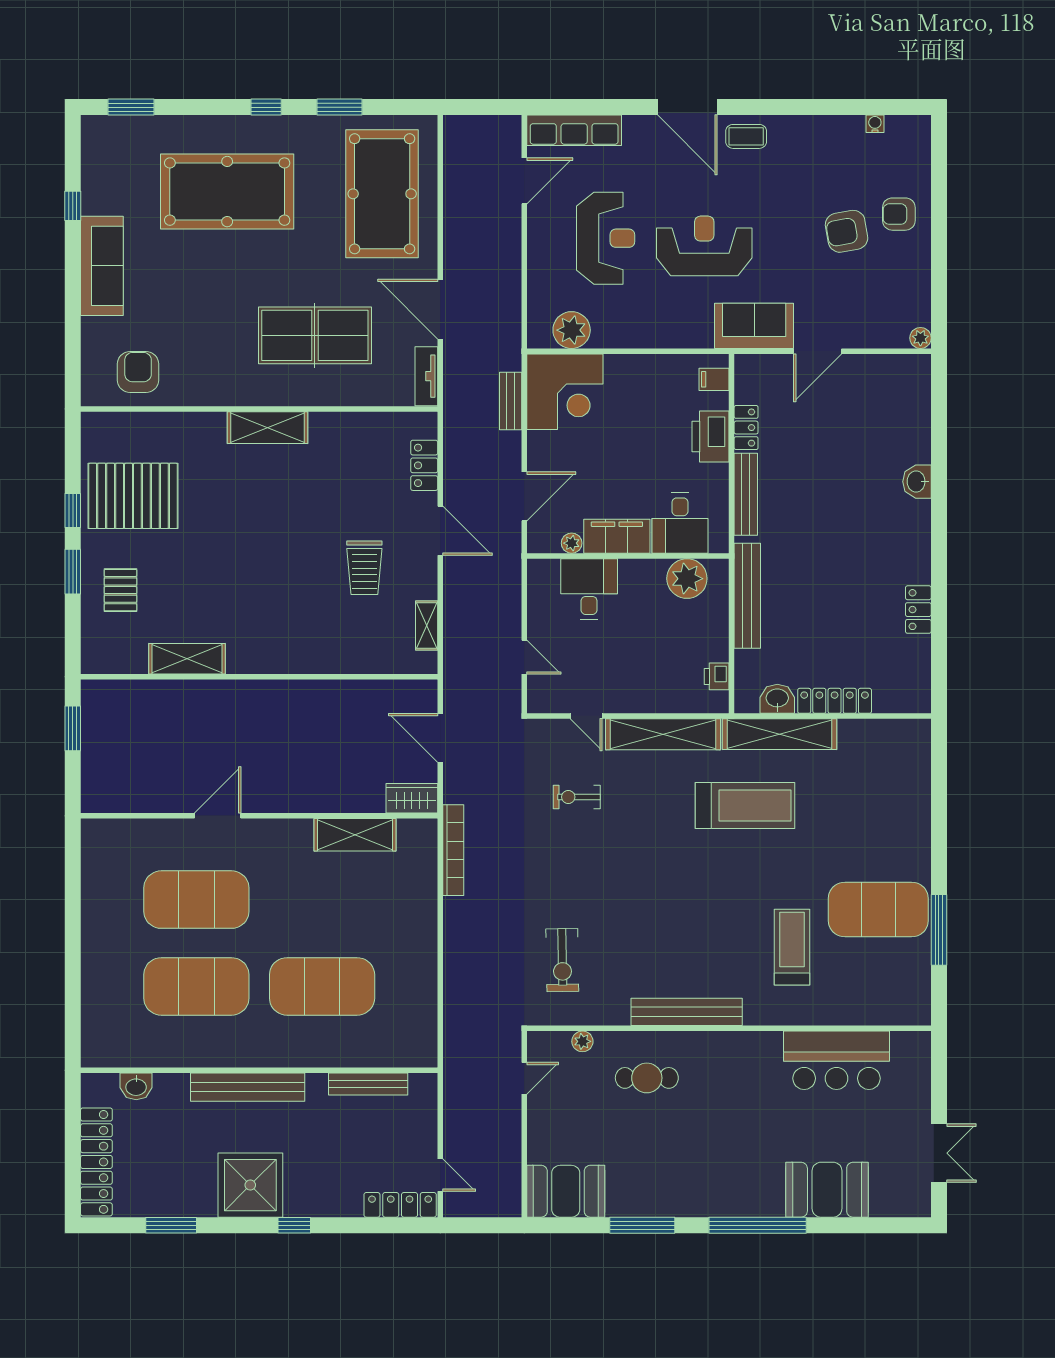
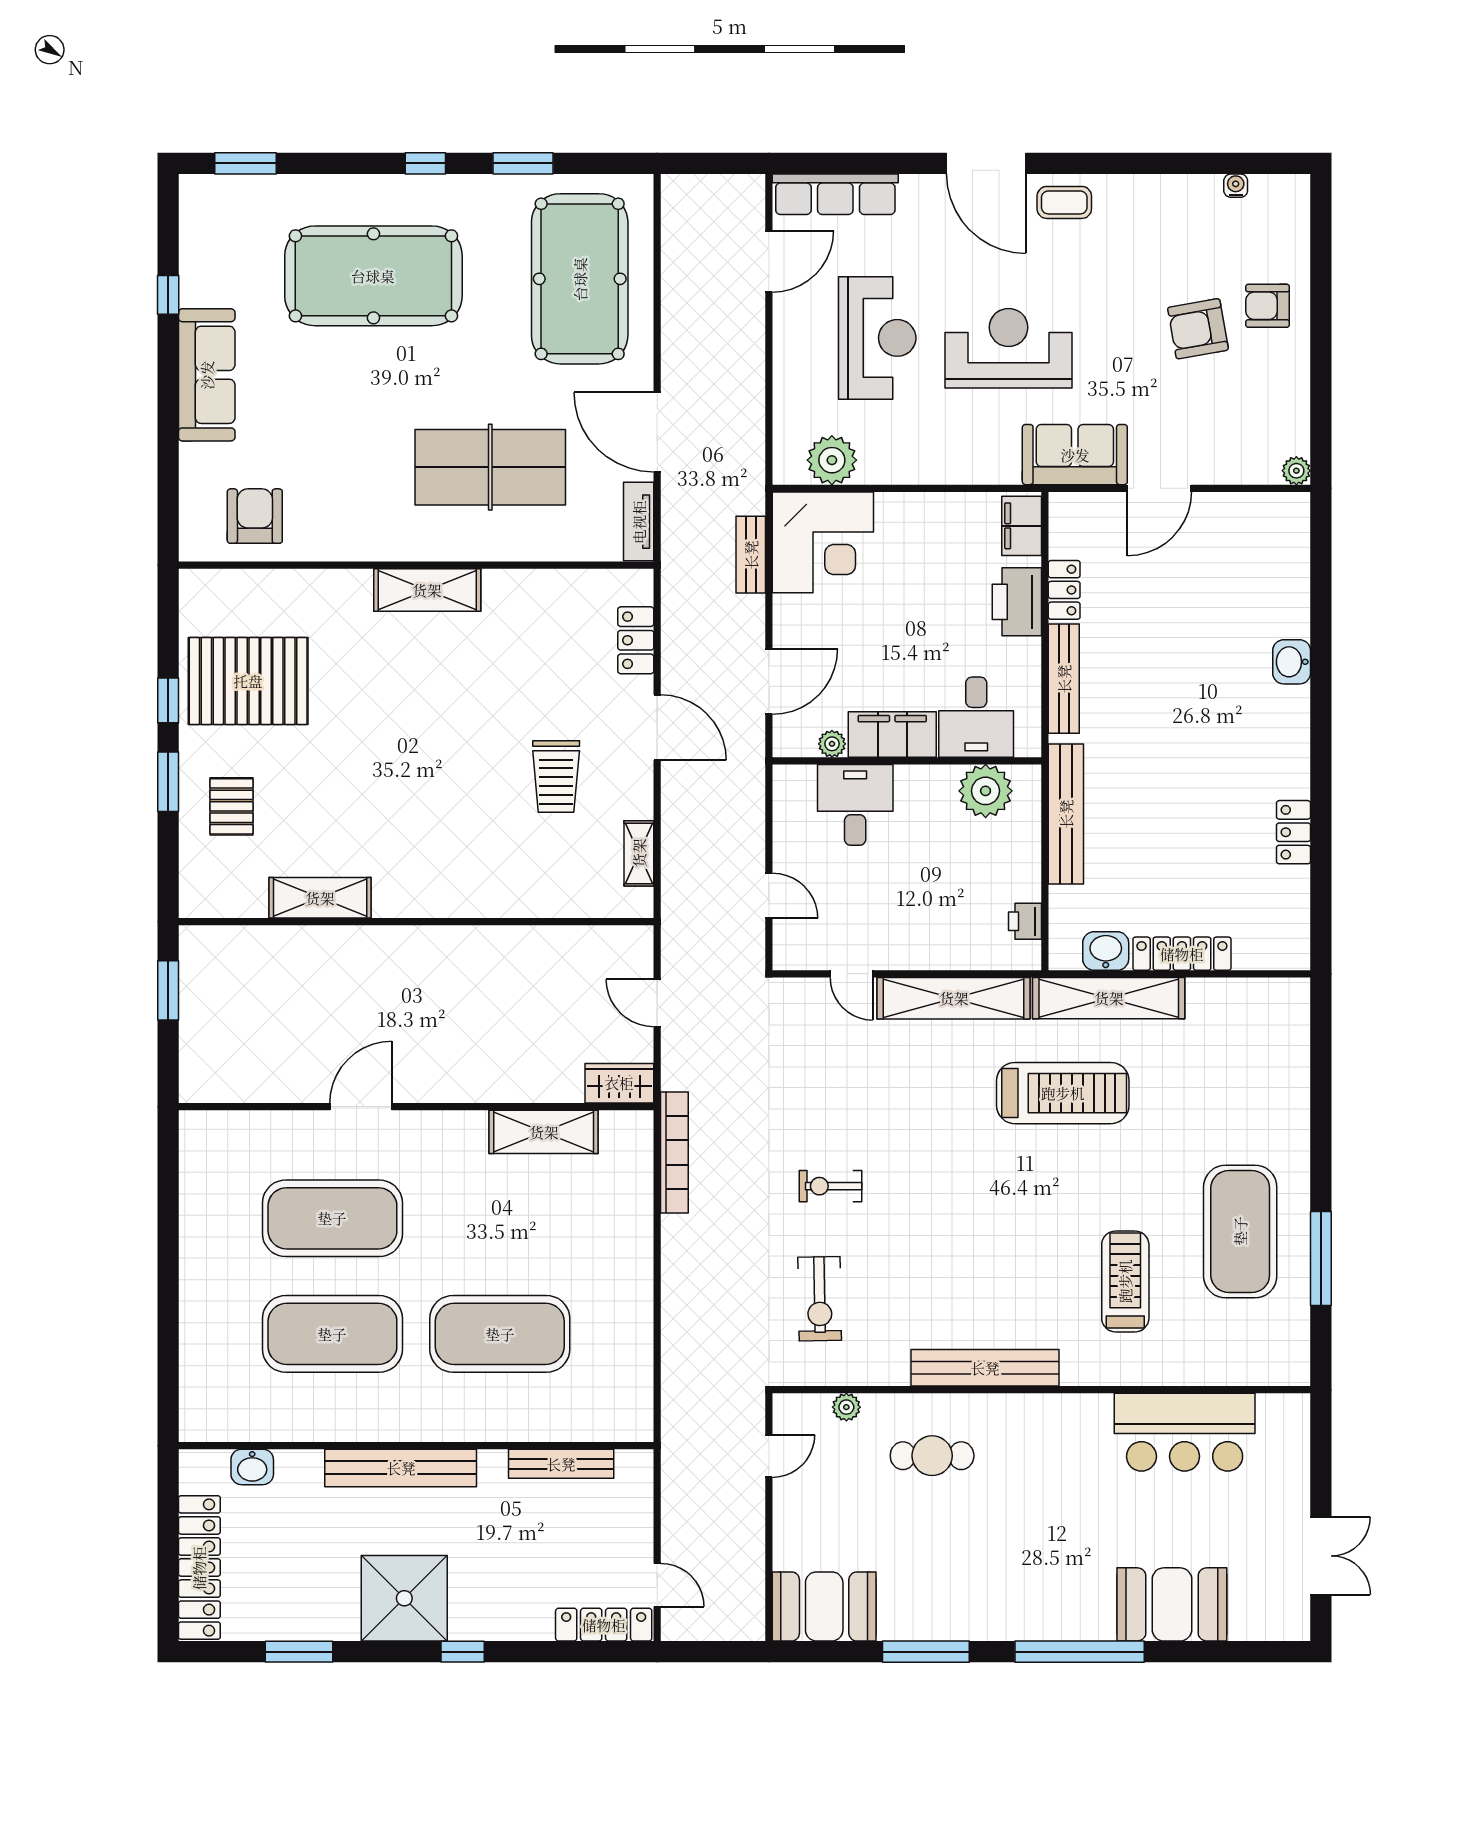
filing cabinet: (714, 379) -> (1022, 526), width x2.00
door: (440, 738) -> (657, 1003), width x0.73
exercise bike: (577, 797) -> (831, 1186), moved
exercise mat: (878, 910) -> (1240, 1231), turned 90

